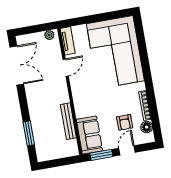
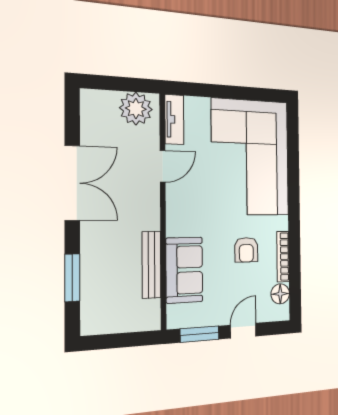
plant: (49, 35) -> (136, 109), width x1.87, depth x1.87
double door: (17, 65) -> (72, 183), moved
armchair: (125, 122) -> (246, 250), moved
sofa: (89, 135) -> (184, 270), moved

